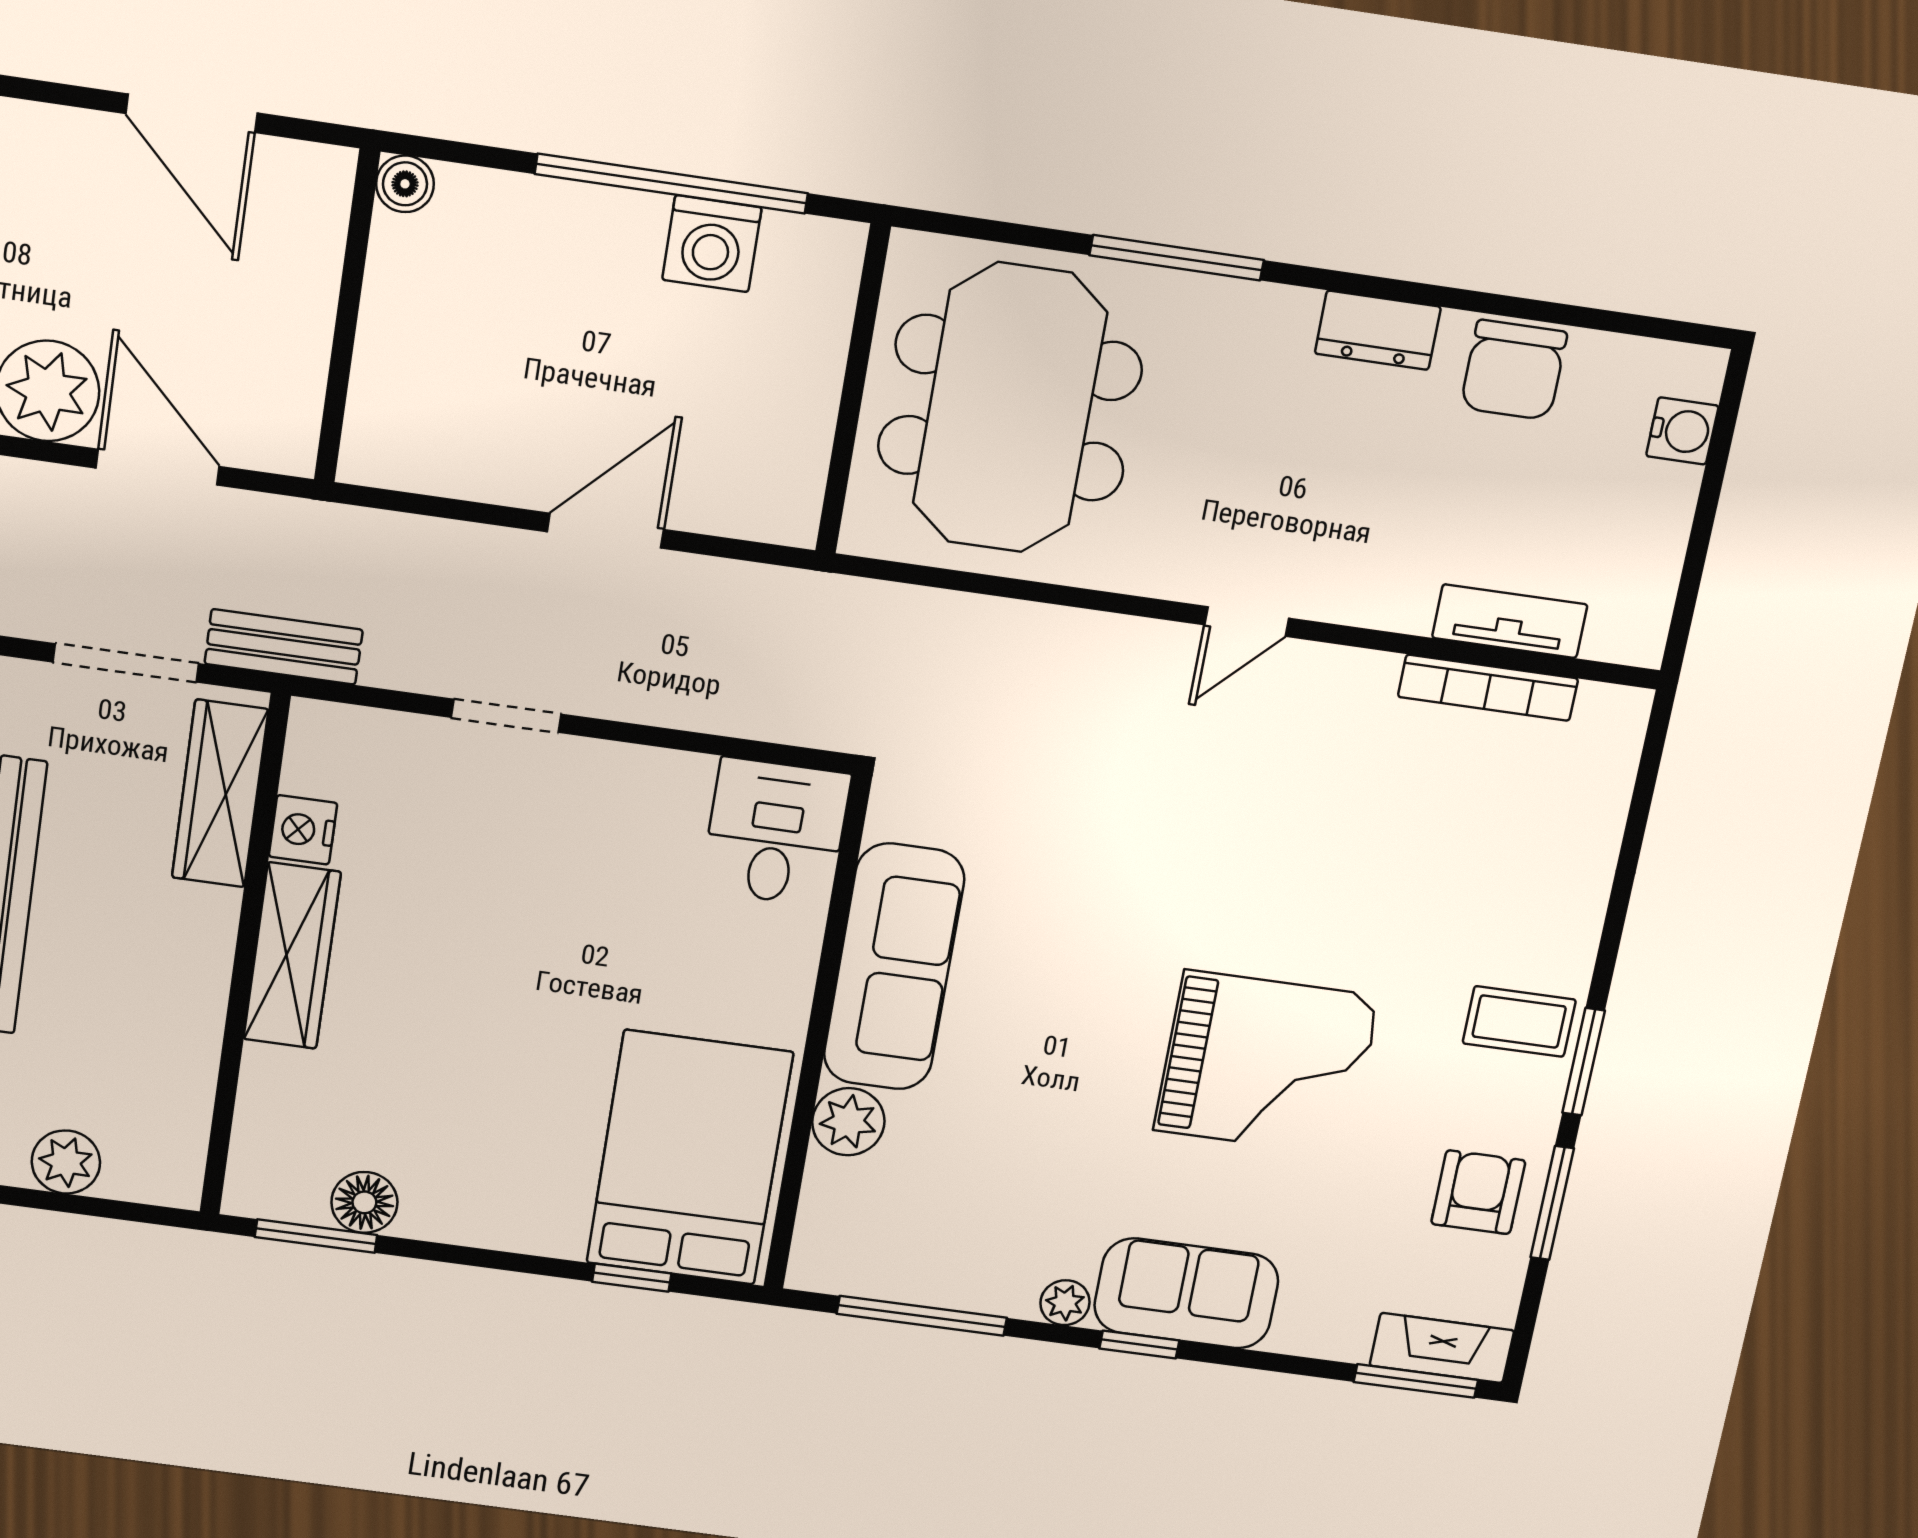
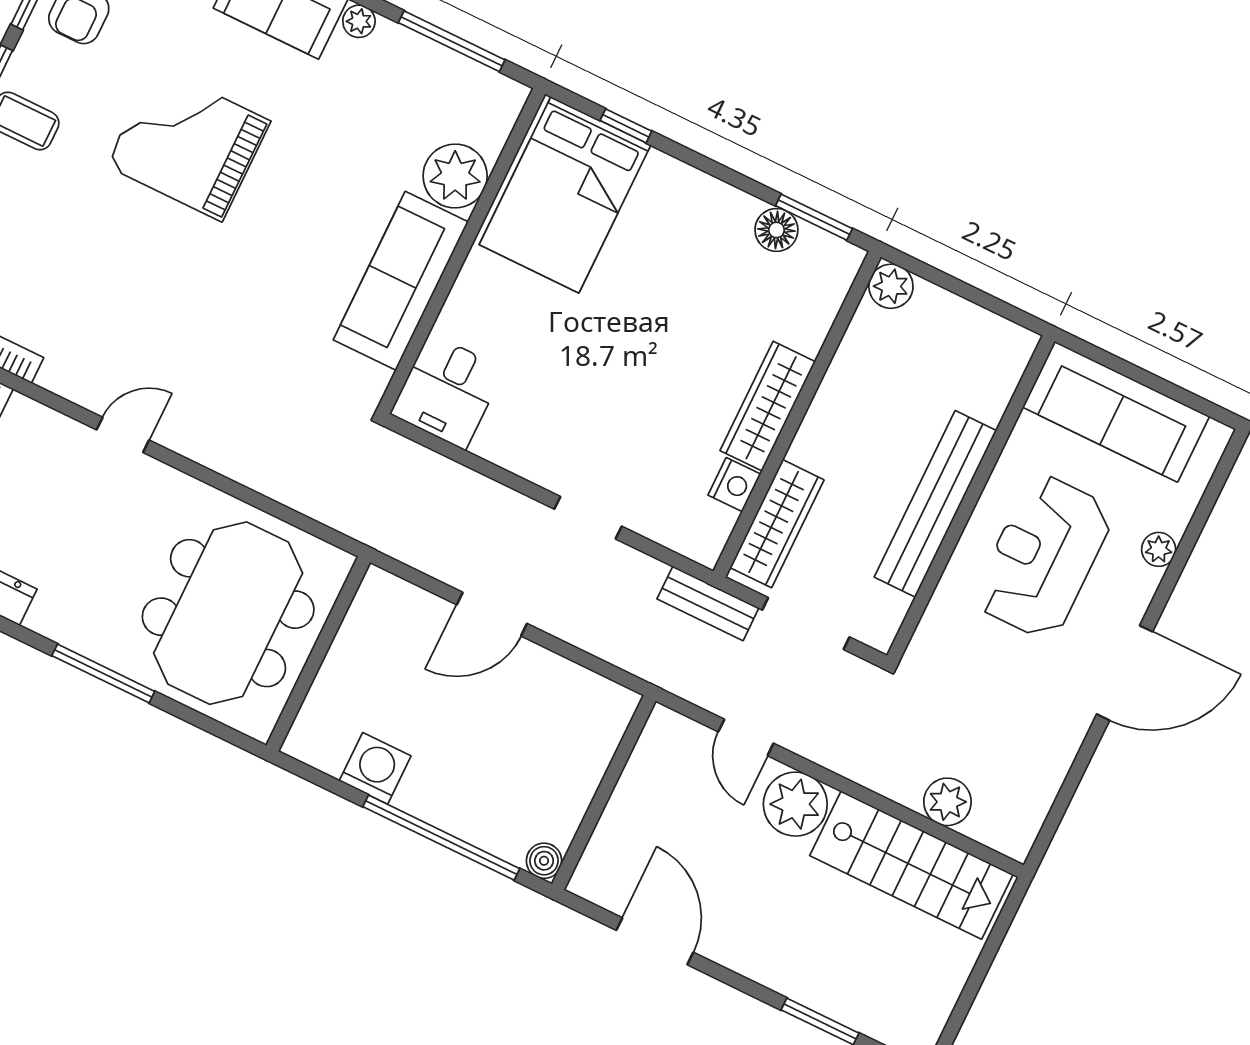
window: (671, 184) -> (441, 838), moved
door: (158, 467) -> (746, 737), width x0.73
plant: (848, 1122) -> (455, 176), width x1.36, depth x1.36
plant: (66, 1162) -> (891, 286), moved

